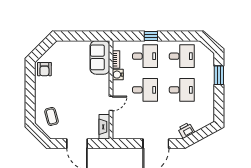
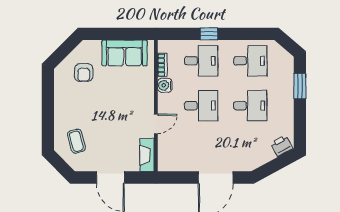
sofa: (100, 57) -> (125, 53), moved, turned -90
armchair: (44, 69) -> (84, 72), moved
printer: (186, 130) -> (282, 146), moved

